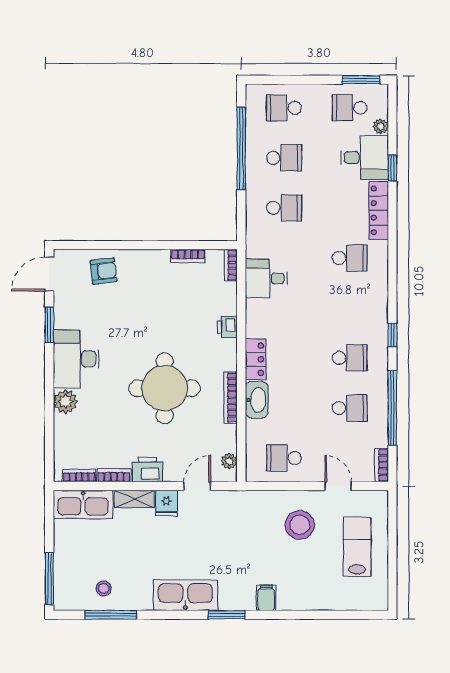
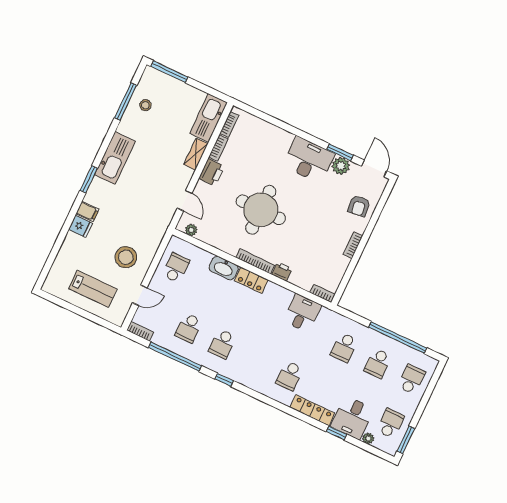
bookcase: (188, 256) -> (353, 245), moved
bookcase: (231, 397) -> (255, 261), moved
plant: (65, 401) -> (341, 166), moved
fridge: (166, 503) -> (81, 226), moved, turned 180

